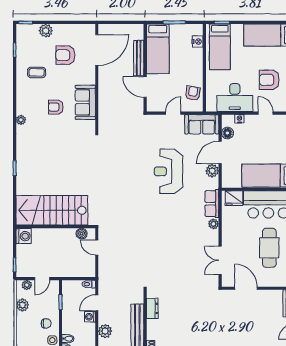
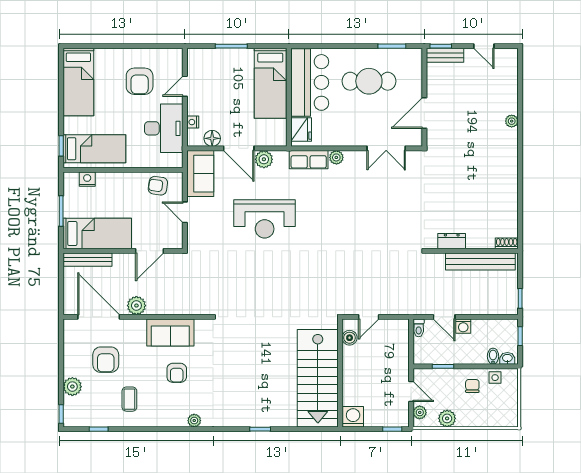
bench: (139, 58) -> (88, 260), moved
plant: (105, 331) -> (136, 306), moved

